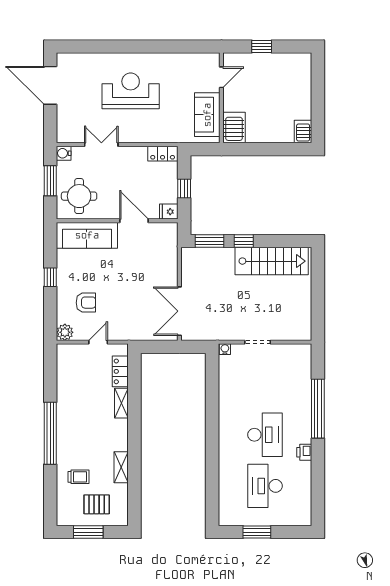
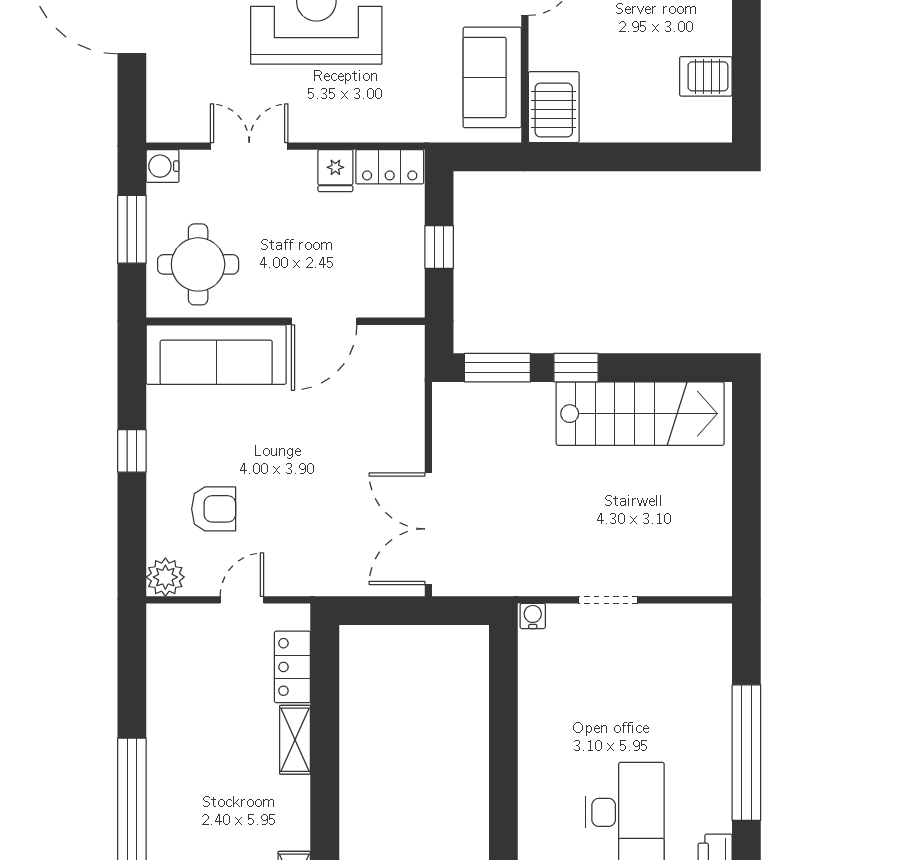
server rack: (303, 132) -> (706, 76), moved, turned -90
fridge: (169, 212) -> (335, 171), moved, turned -90
door: (134, 221) -> (324, 321), swing flipped

